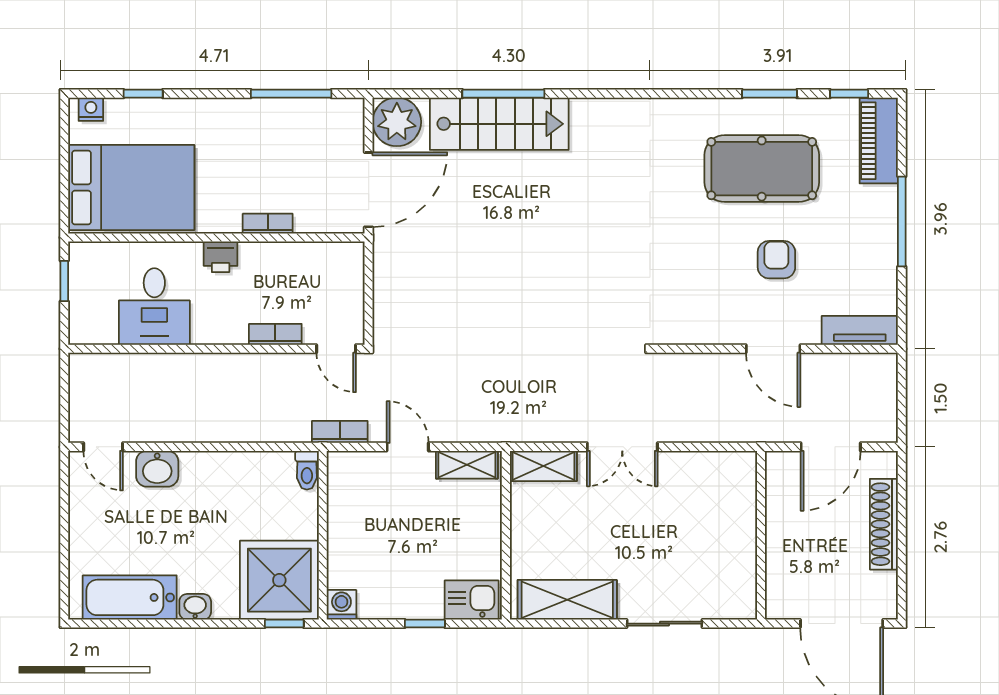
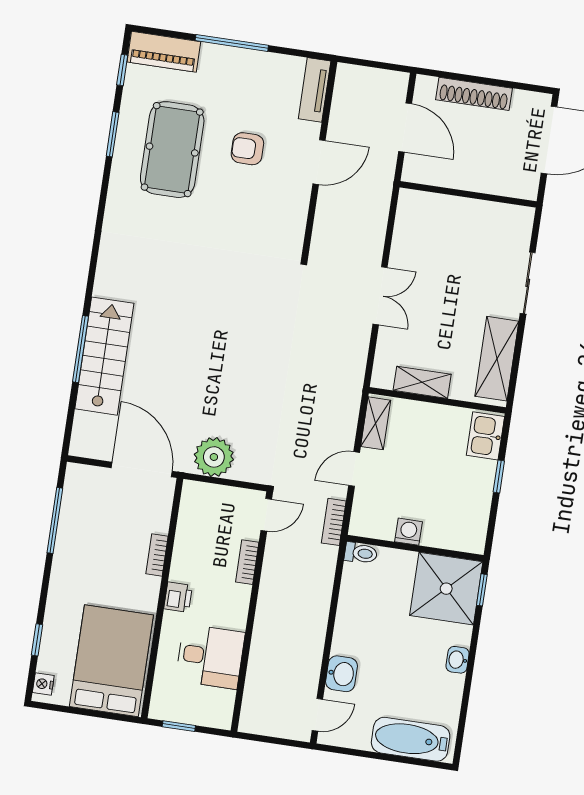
plant: (397, 122) -> (214, 457), moved
shelving: (543, 466) -> (422, 382), moved, turned 90
bathtub: (130, 597) -> (411, 739), moved, turned 90
washing machine: (341, 605) -> (408, 532), moved, turned 90

